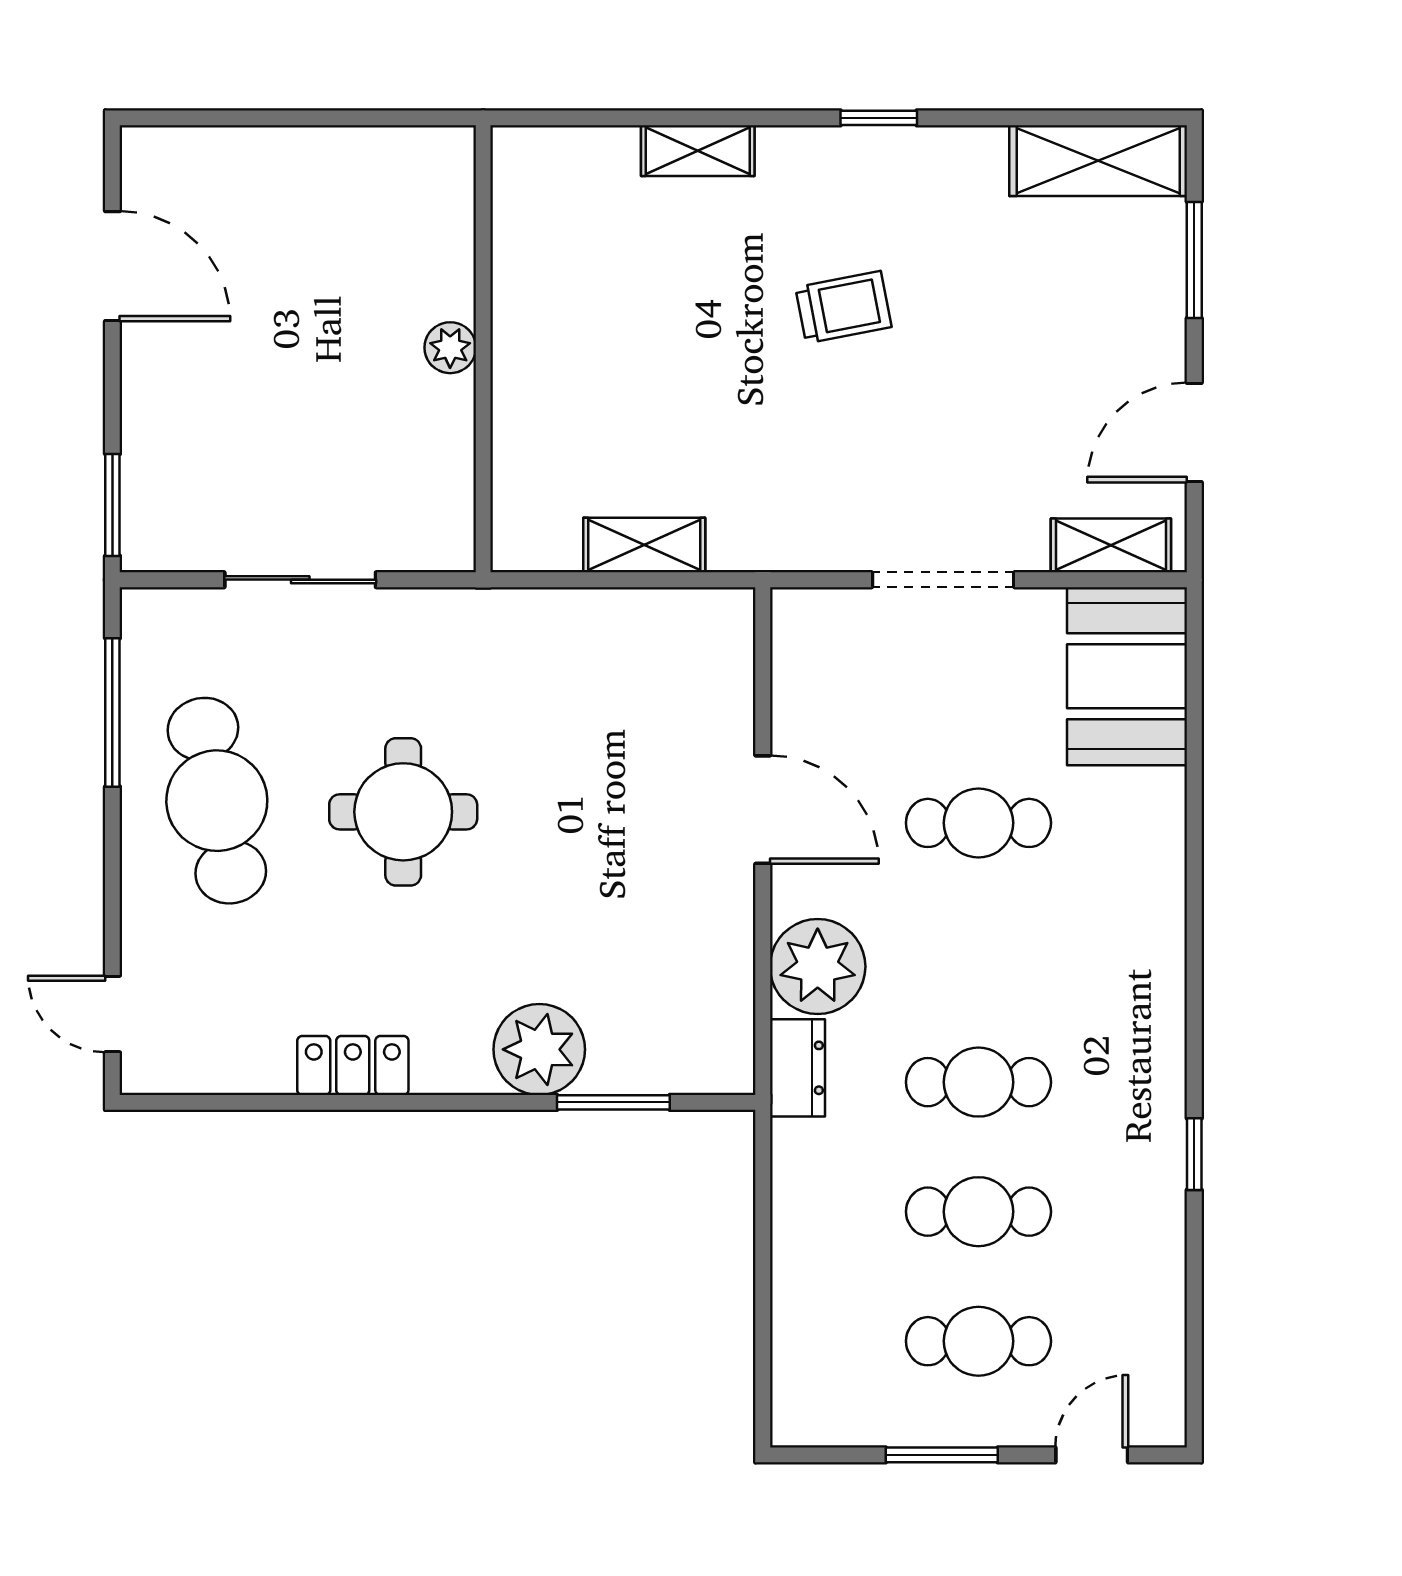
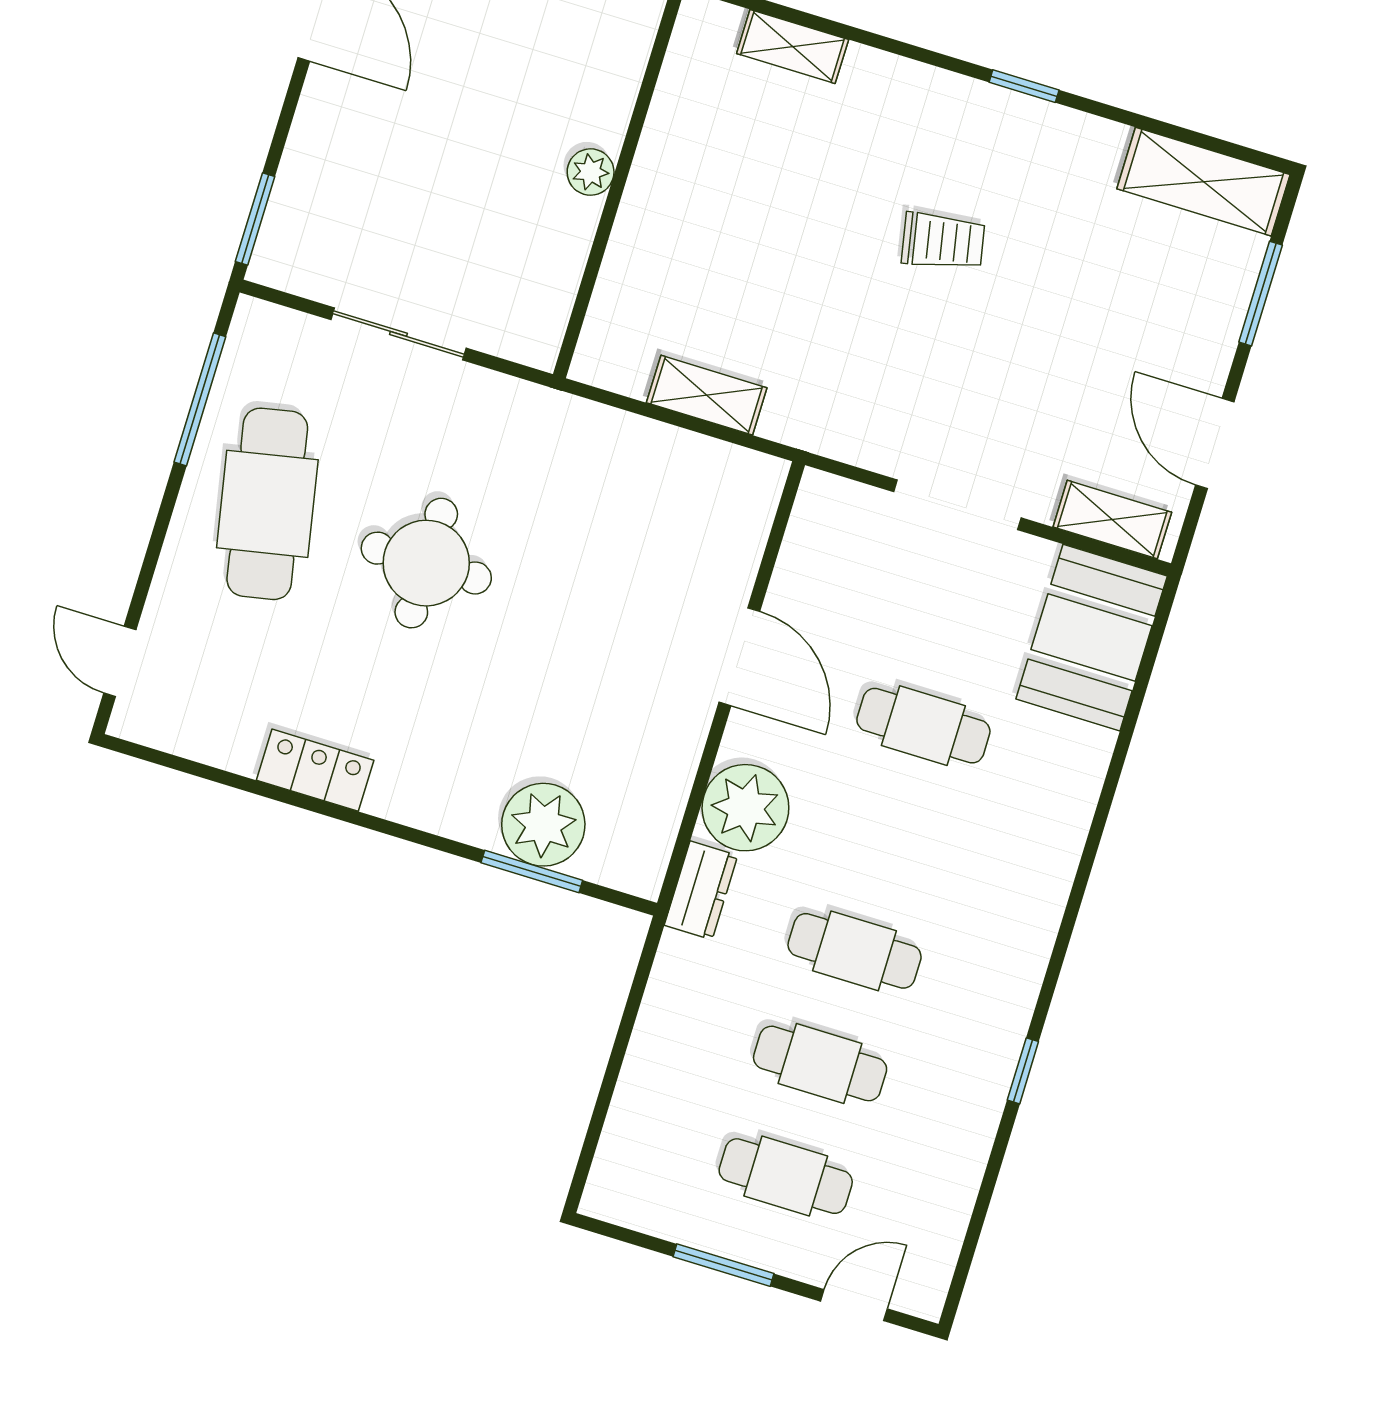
shelving: (698, 151) -> (793, 47), moved
door: (1194, 432) -> (1215, 444), hinge flipped
plant: (539, 1049) -> (543, 825), moved

